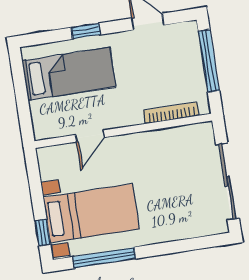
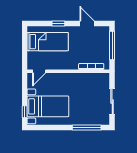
door: (90, 136) -> (39, 71), moved
sliding door: (227, 181) -> (112, 101), width x0.73
window: (104, 258) -> (87, 127), moved

